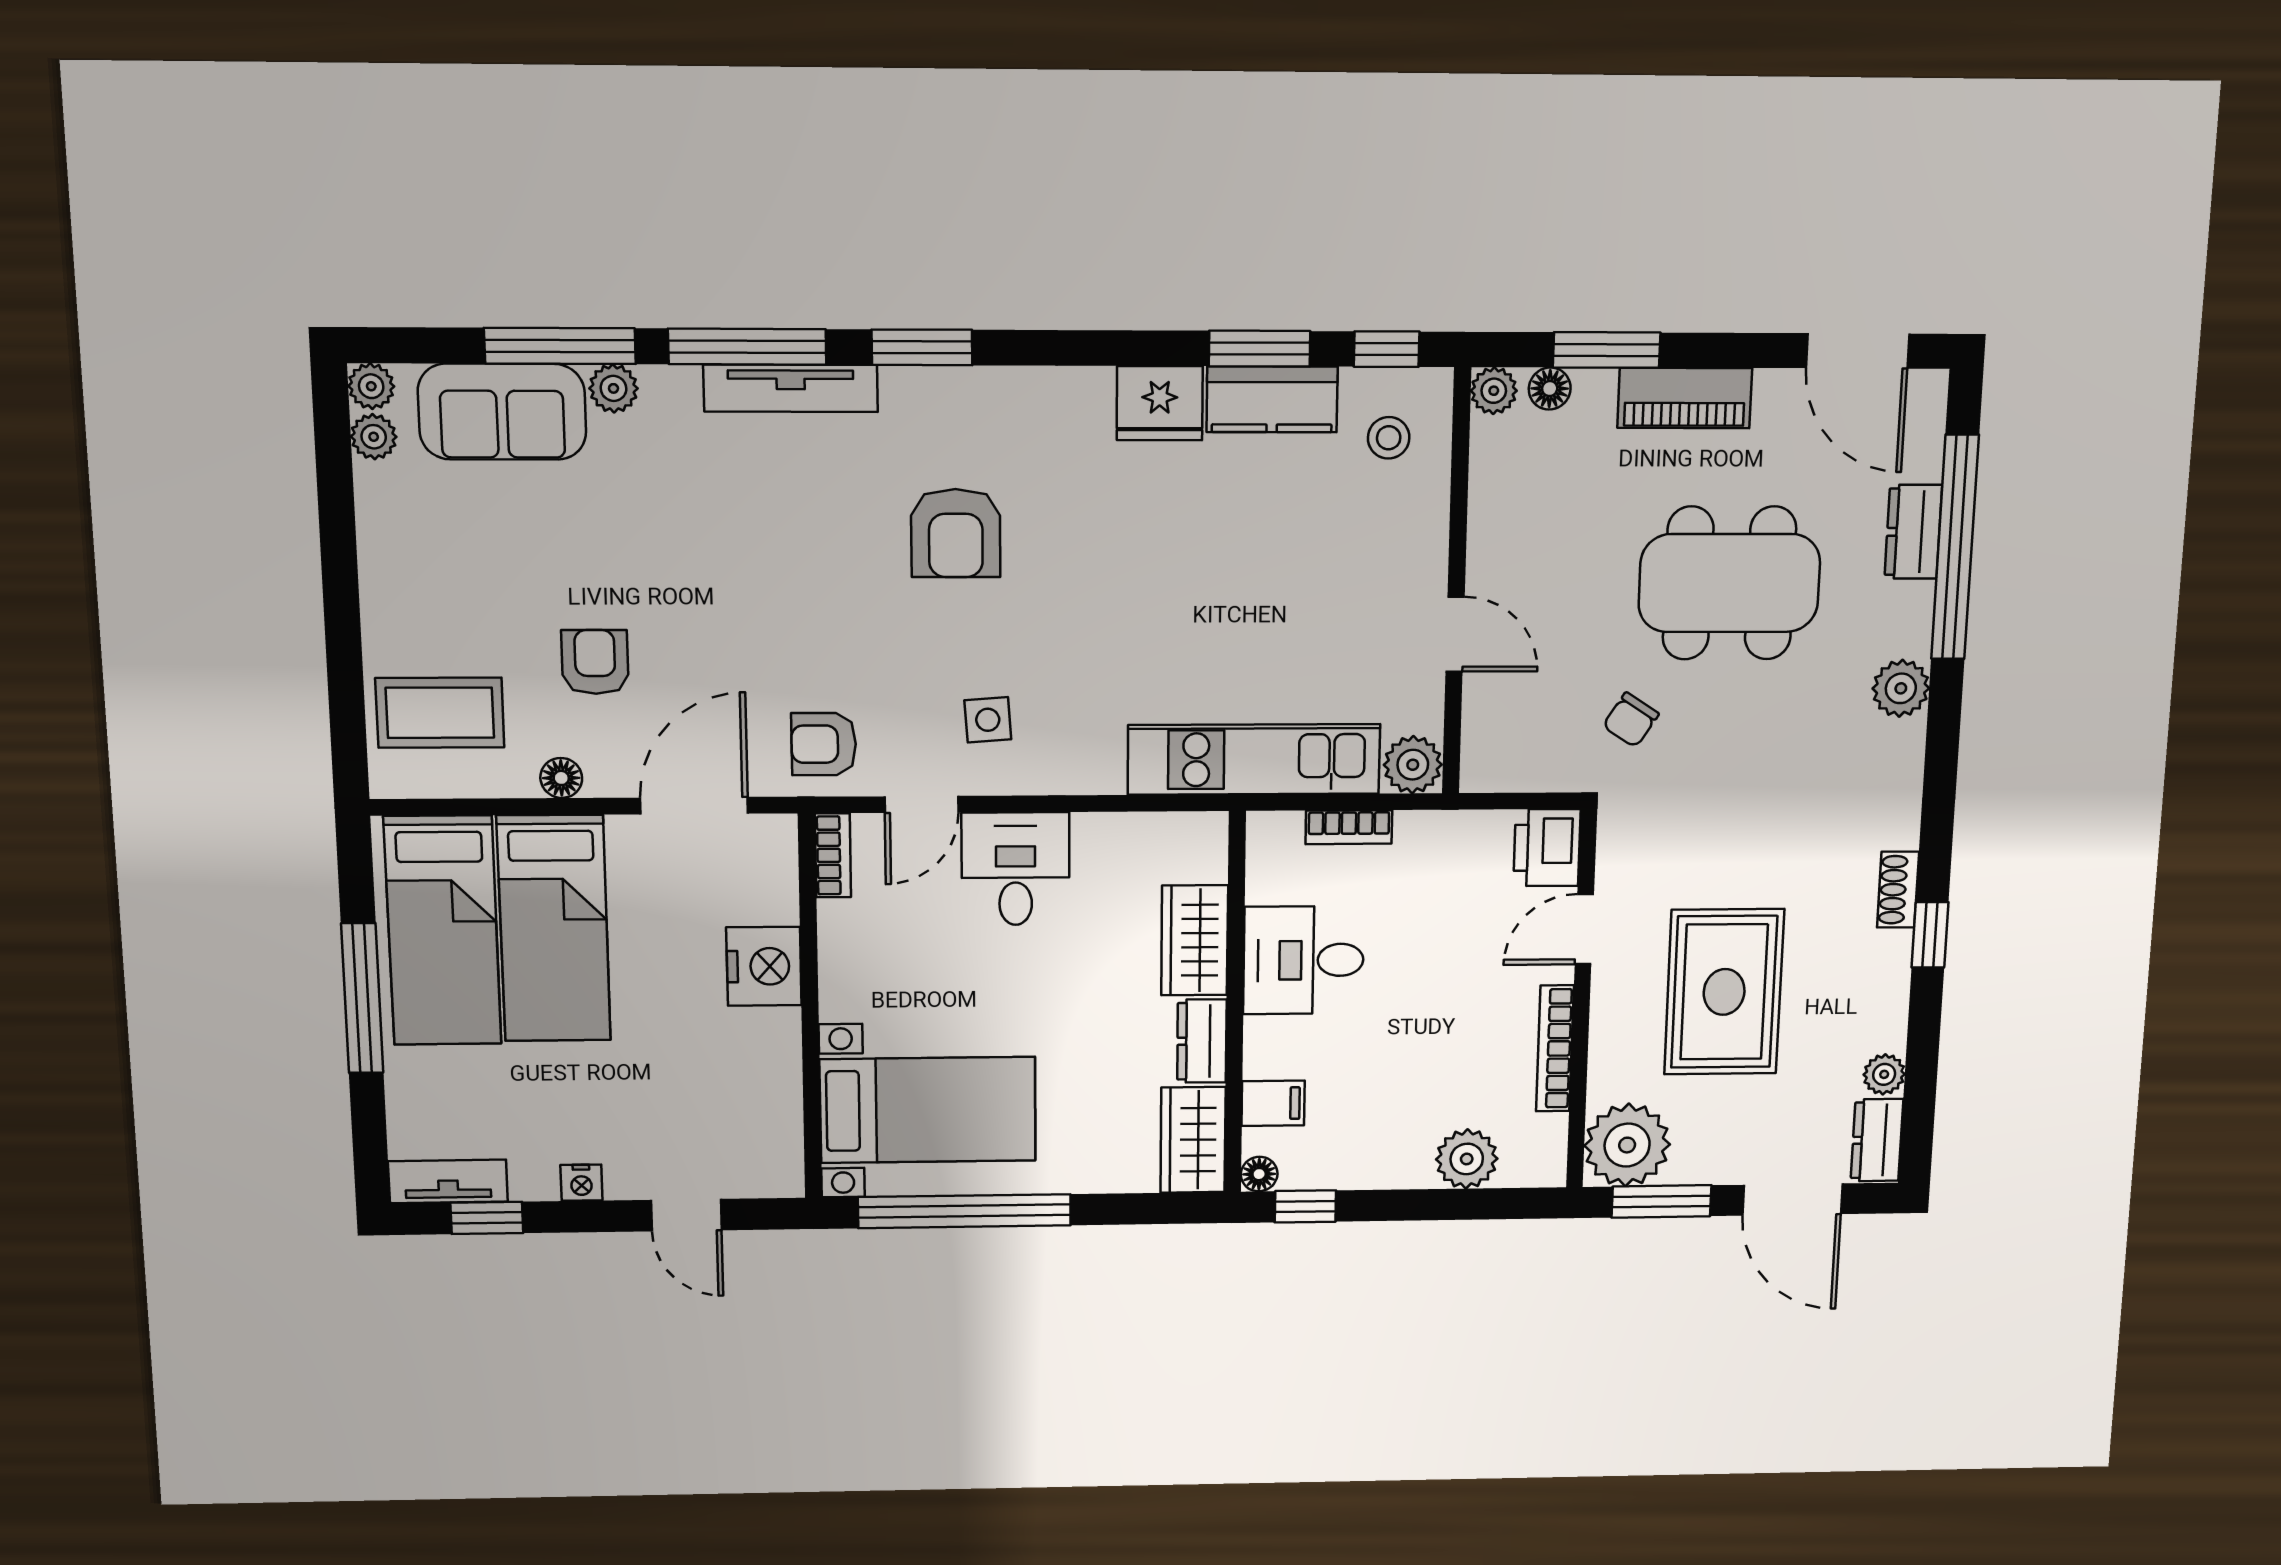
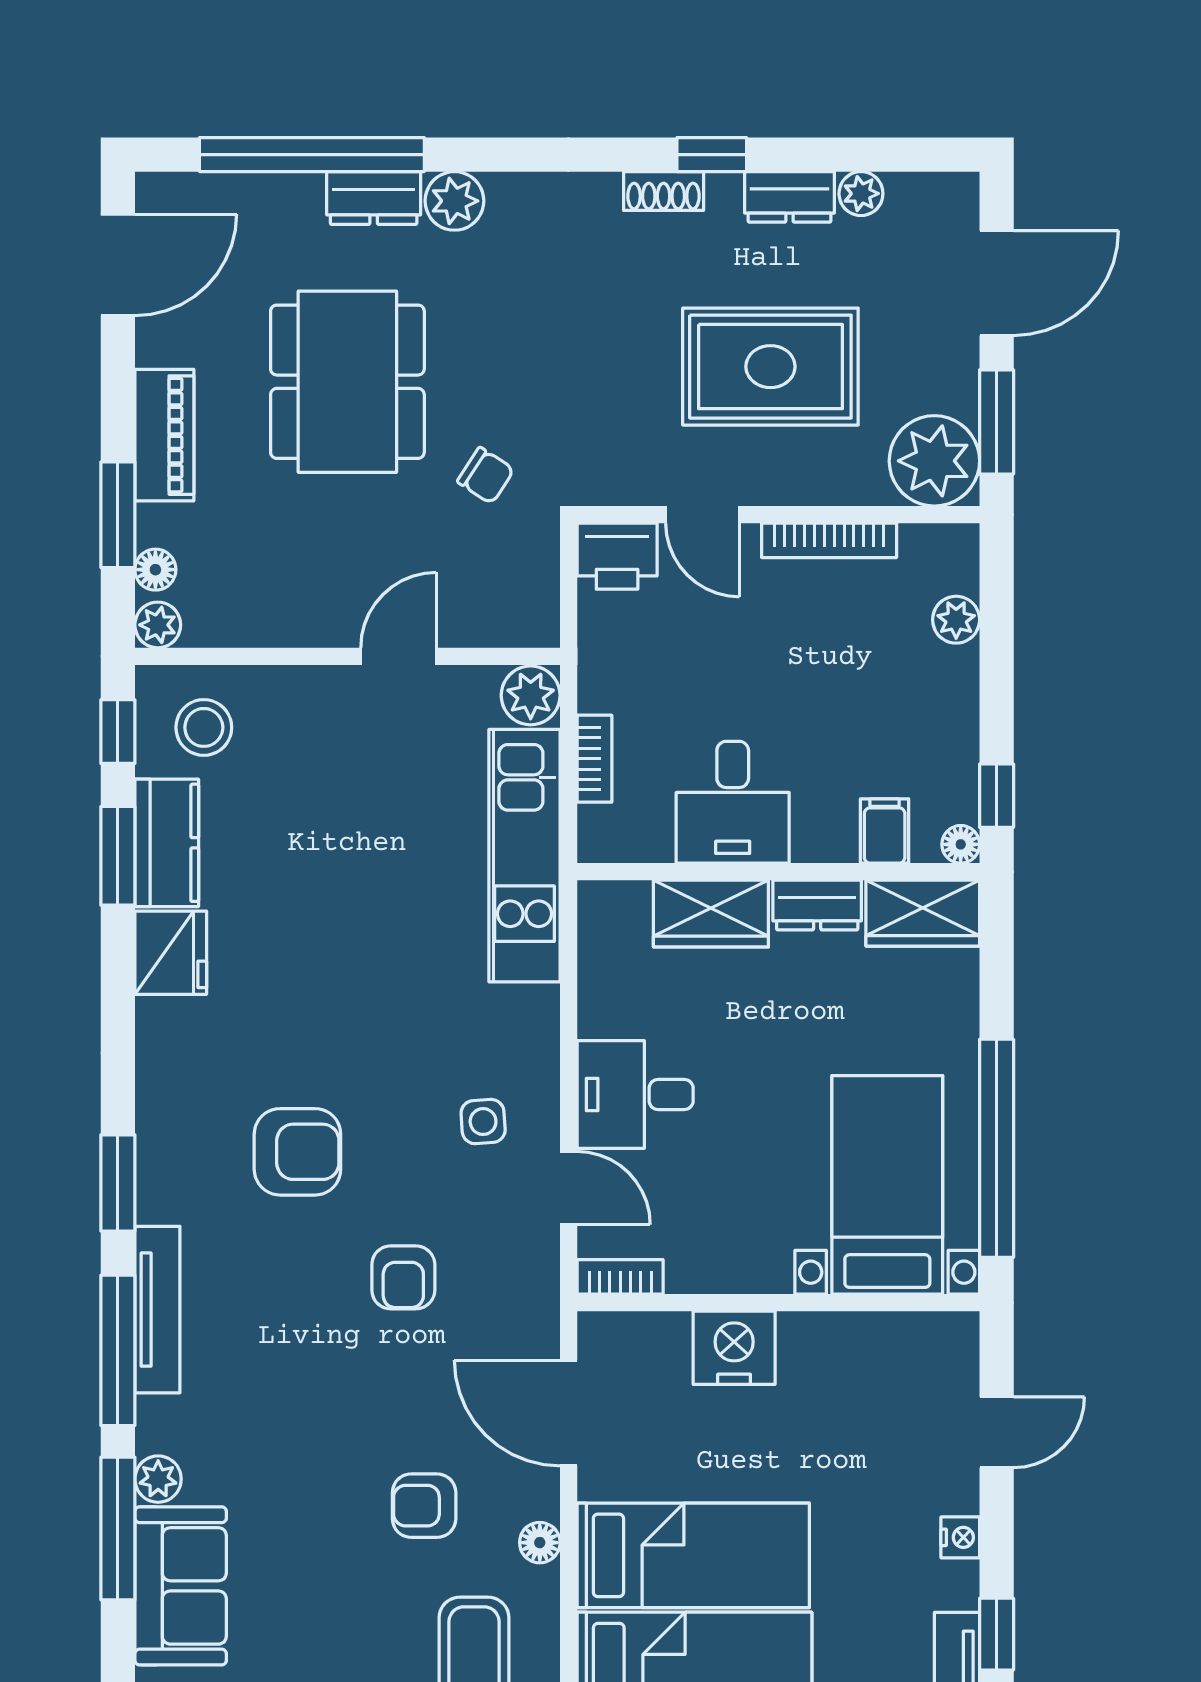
stool: (1389, 438) -> (204, 727), width x1.37, depth x1.37
dresser: (1913, 532) -> (374, 198), moved
armchair: (824, 744) -> (403, 1277), moved
dresser: (1877, 1140) -> (789, 197), moved
plant: (1467, 1159) -> (956, 620), width x0.73, depth x0.73

